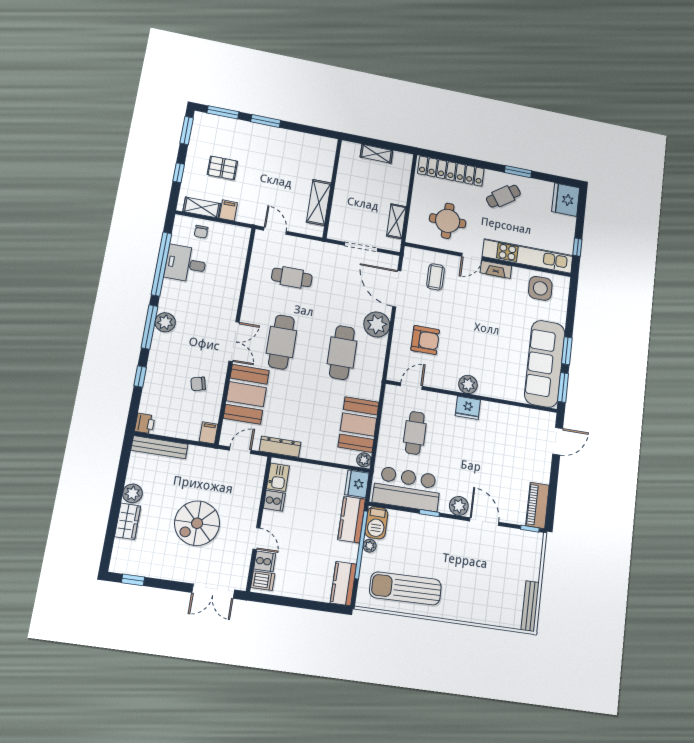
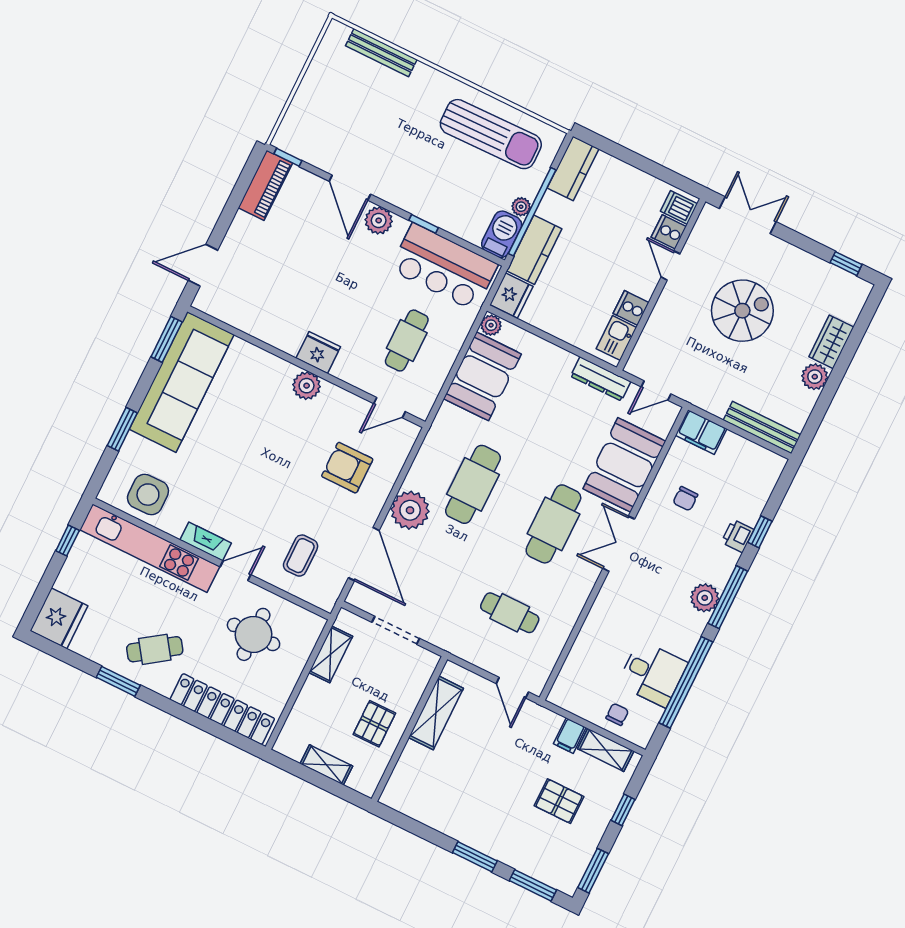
pallet: (355, 186) -> (374, 724), added
window: (567, 351) -> (122, 429), moved
chair: (198, 384) -> (685, 499), turned 105
printer: (145, 423) -> (738, 536), moved
filing cabinet: (209, 433) -> (701, 432), width x2.00
bench: (530, 606) -> (381, 53), moved, turned 90

